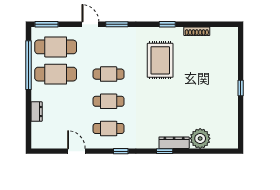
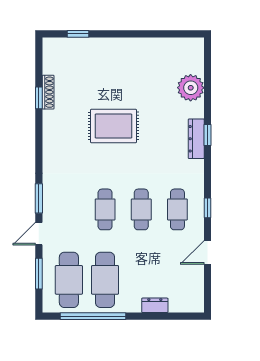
window: (47, 24) -> (39, 274), moved
window: (167, 24) -> (39, 98), moved
rug: (160, 60) -> (113, 126), moved
window: (241, 88) -> (78, 34), moved
dresser: (174, 143) -> (196, 139), moved
window: (121, 151) -> (207, 208), moved

